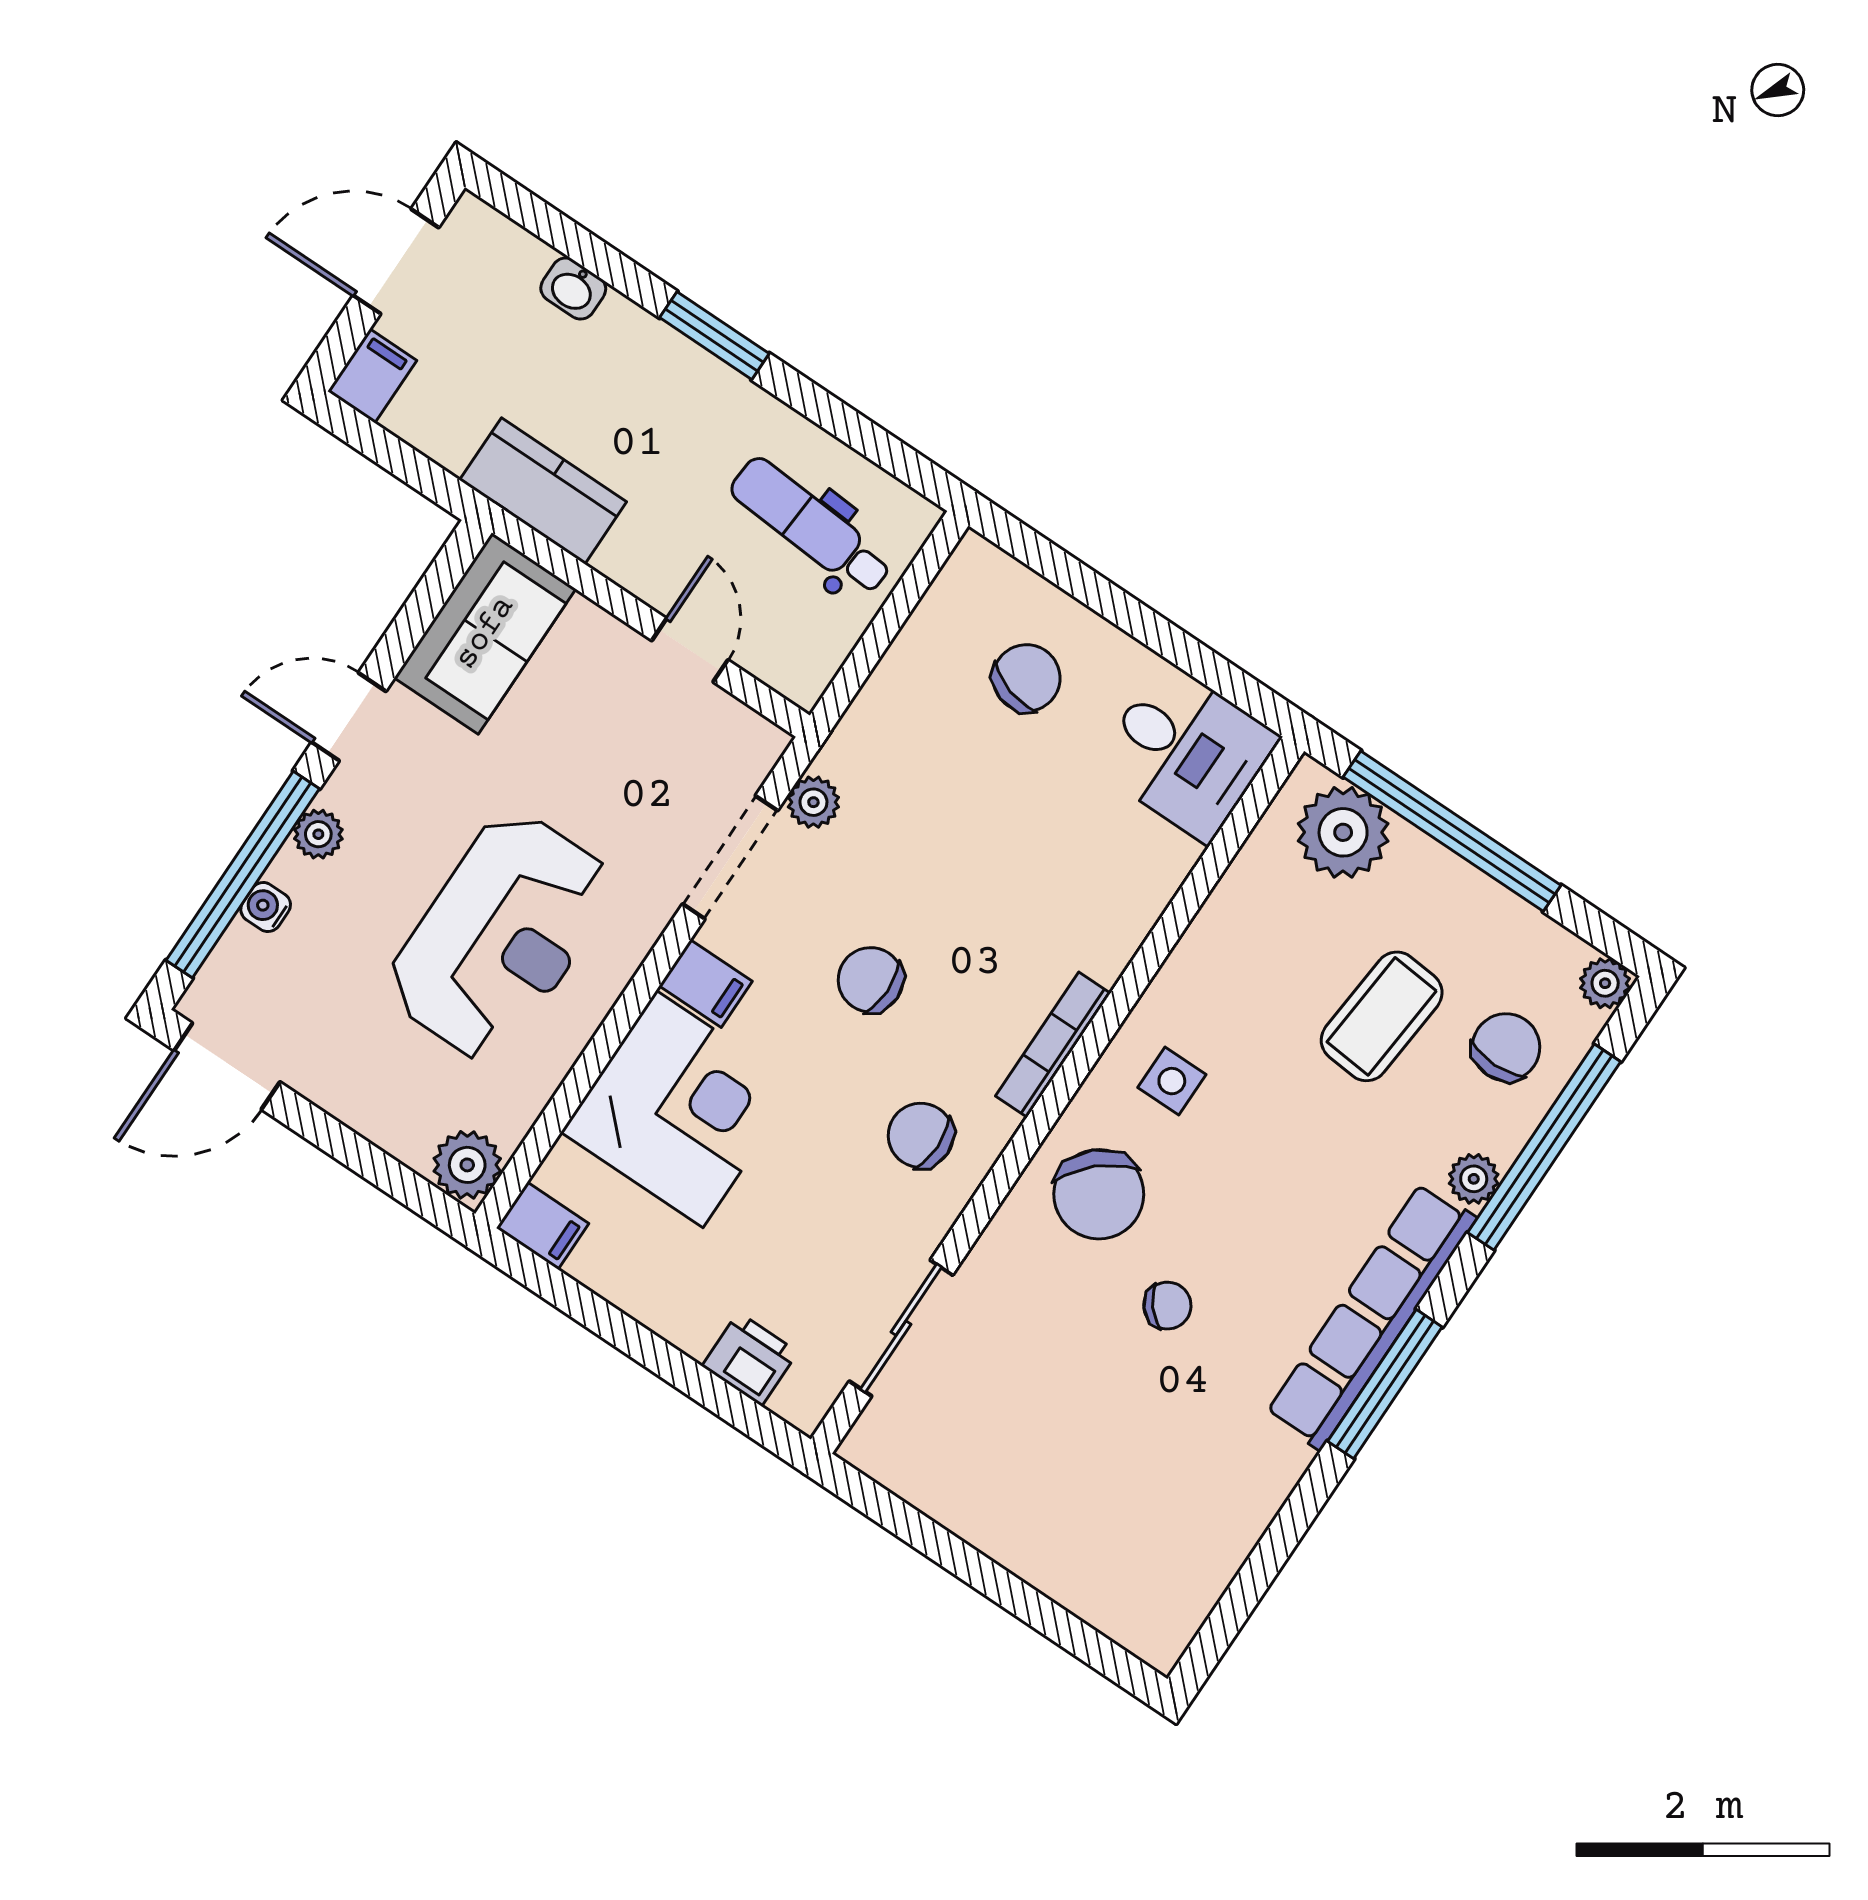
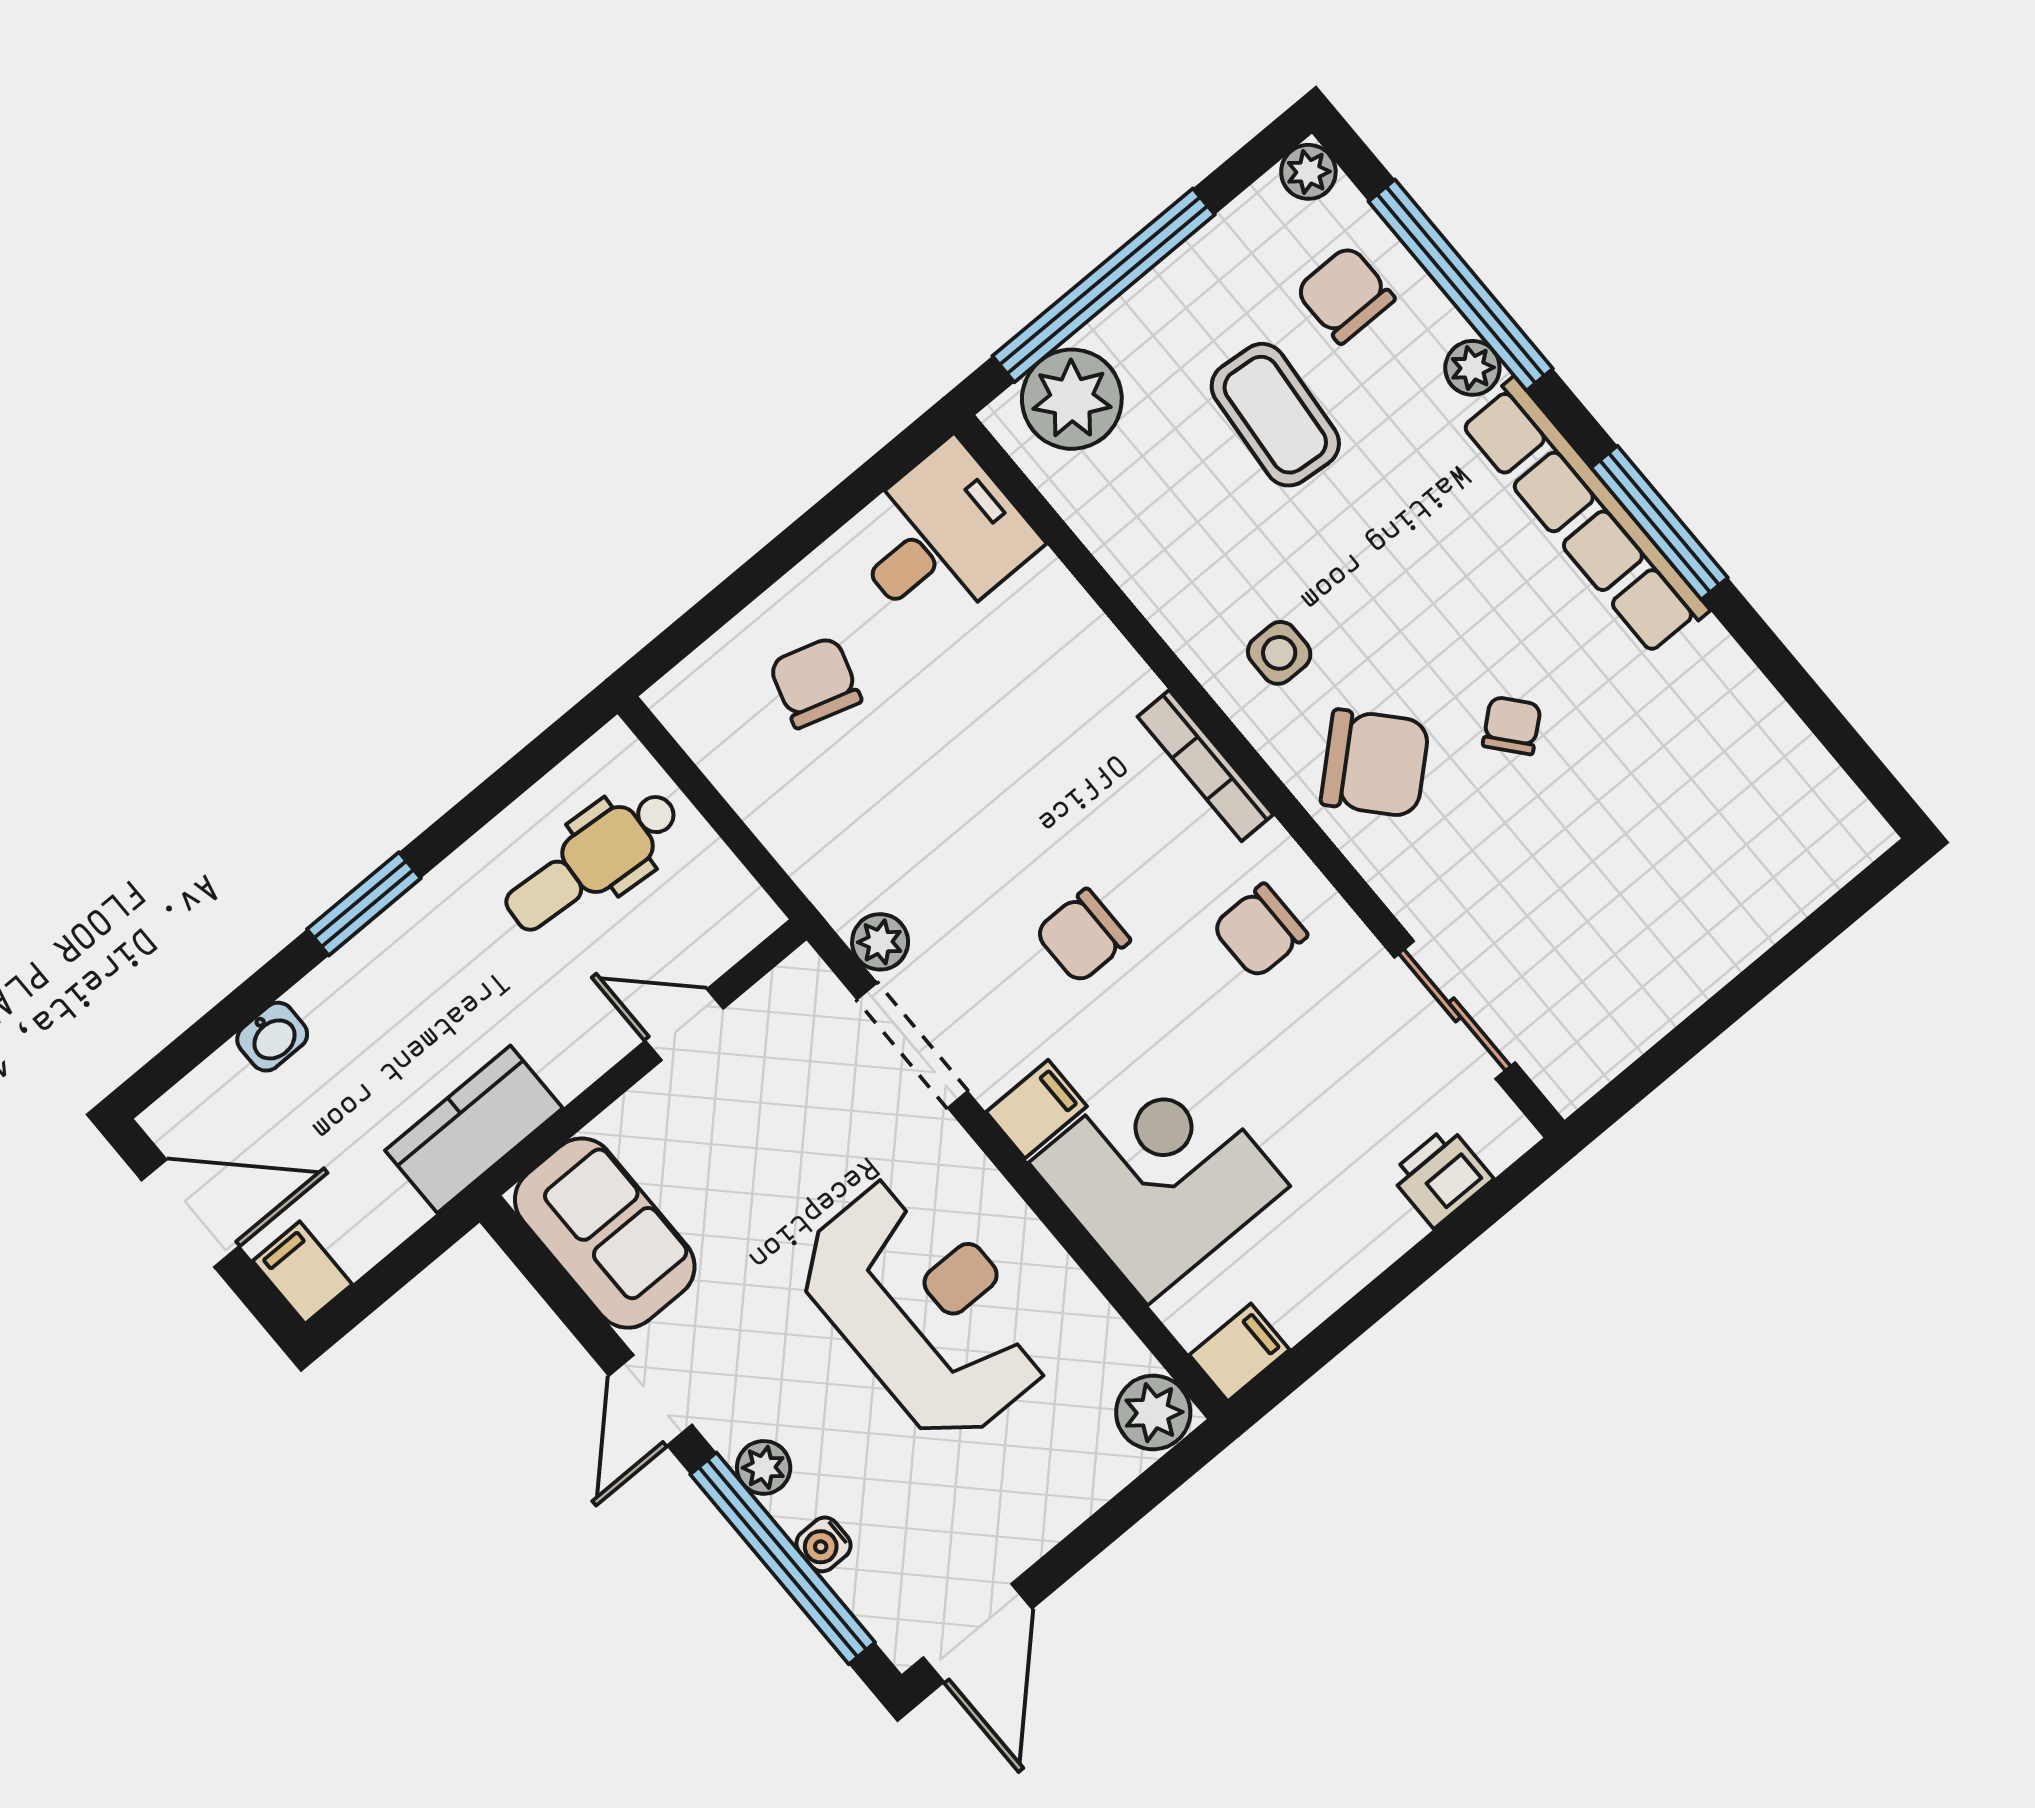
door: (396, 261) -> (190, 1213), swing flipped

